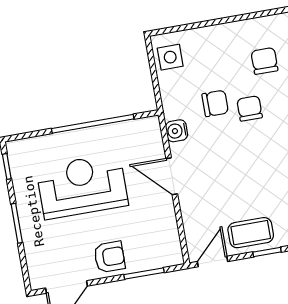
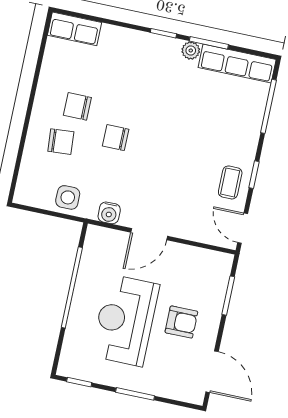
side table: (170, 57) -> (68, 197), moved
chair: (215, 103) -> (61, 142), moved, turned 86
coffee table: (251, 233) -> (230, 182), width x0.73, depth x0.77
armchair: (109, 257) -> (181, 322), moved, turned 90

